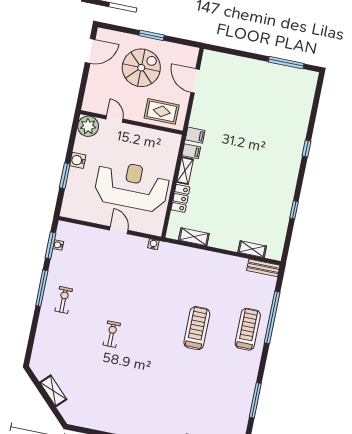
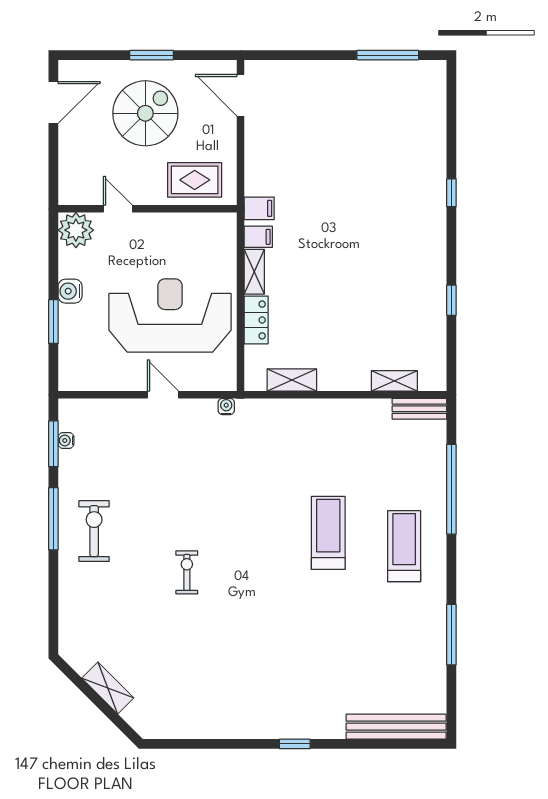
door: (195, 81) -> (240, 95), moved
exercise bike: (64, 300) -> (94, 531), width x1.38, depth x1.39
treadmill: (248, 329) -> (404, 546), moved

